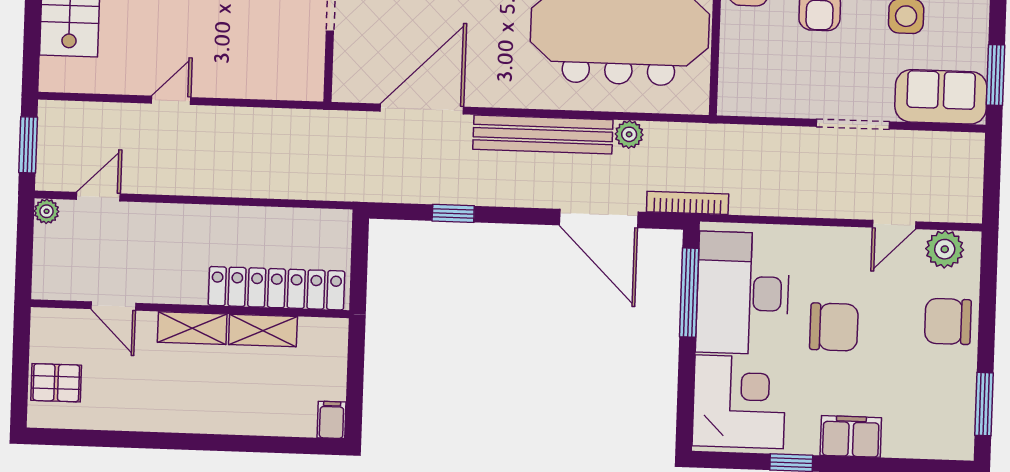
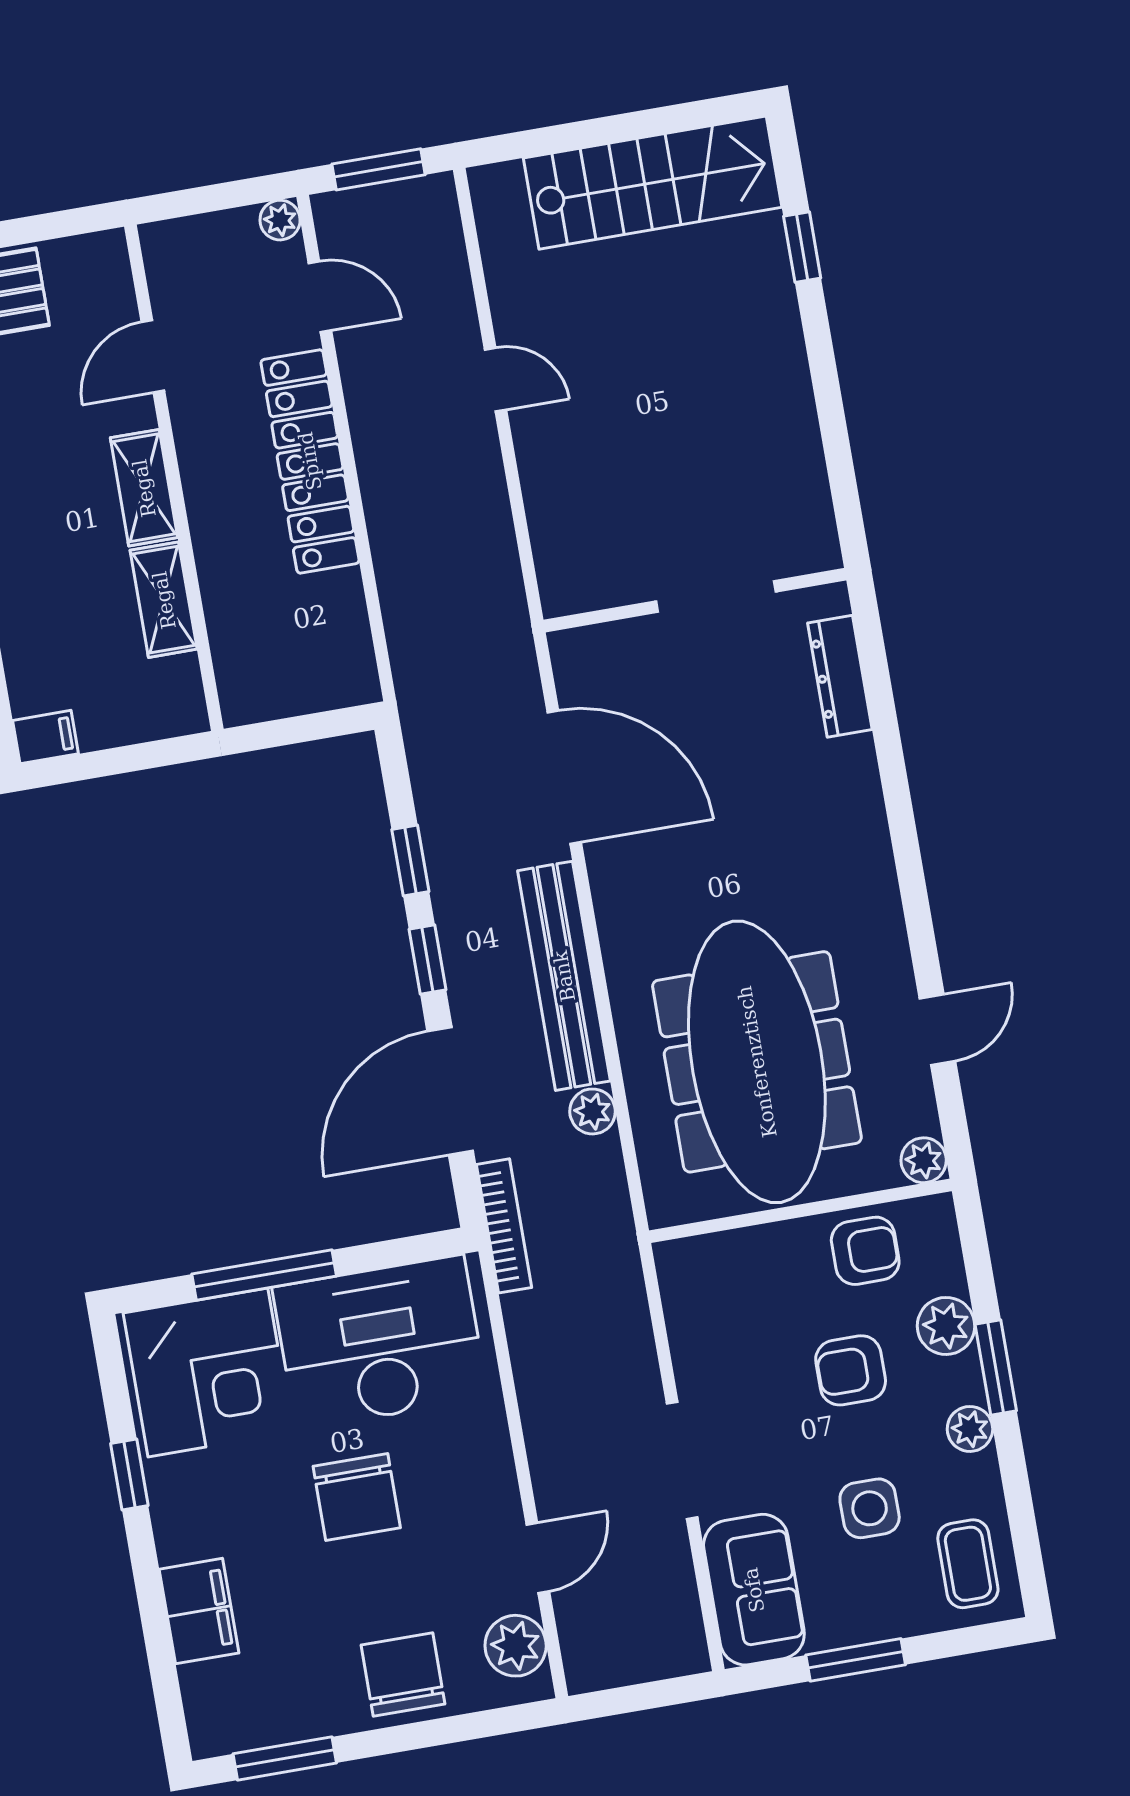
window: (995, 75) -> (856, 1660), moved
window: (516, 216) -> (427, 960), added
door: (894, 224) -> (538, 1558), swing flipped
locker: (276, 288) -> (310, 461), moved, turned 180
window: (689, 293) -> (264, 1275), moved
filing cabinet: (851, 436) -> (199, 1611), moved

